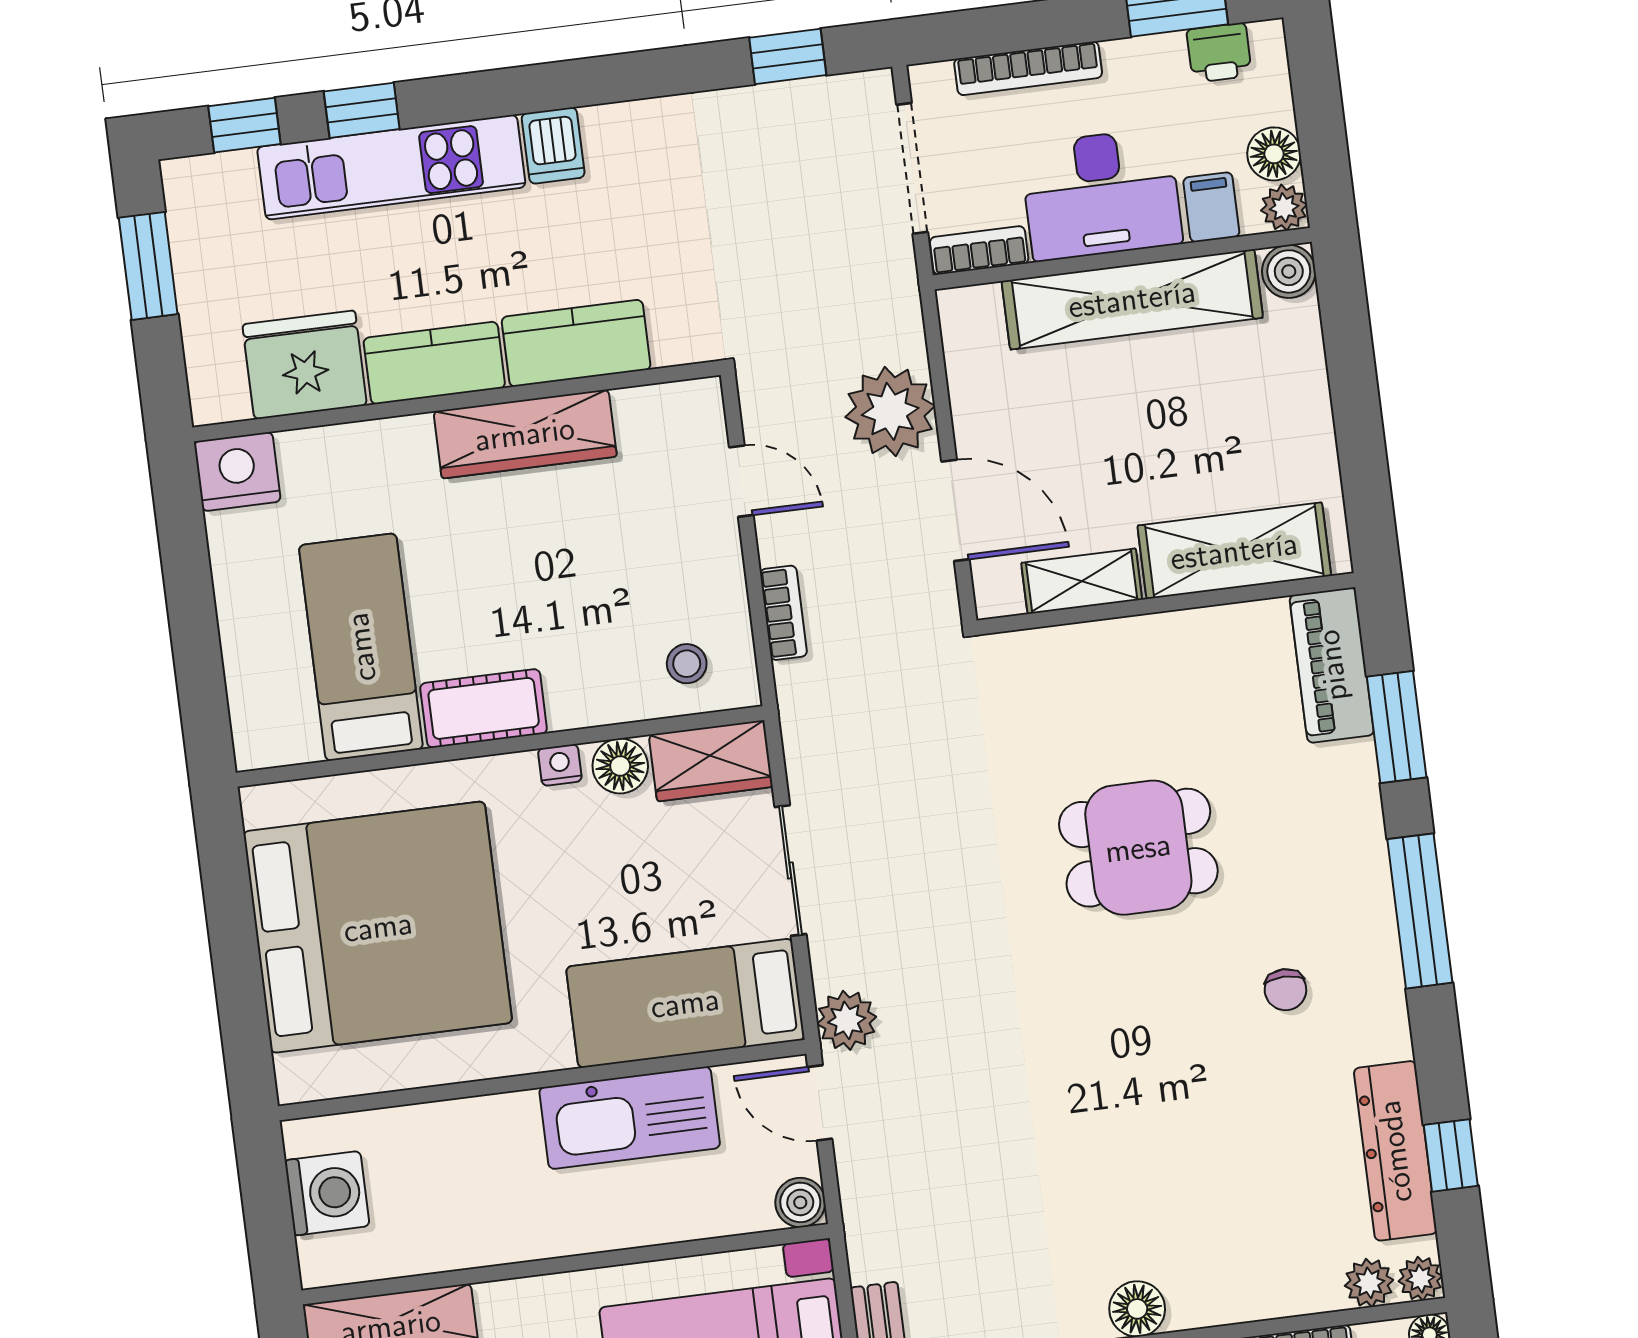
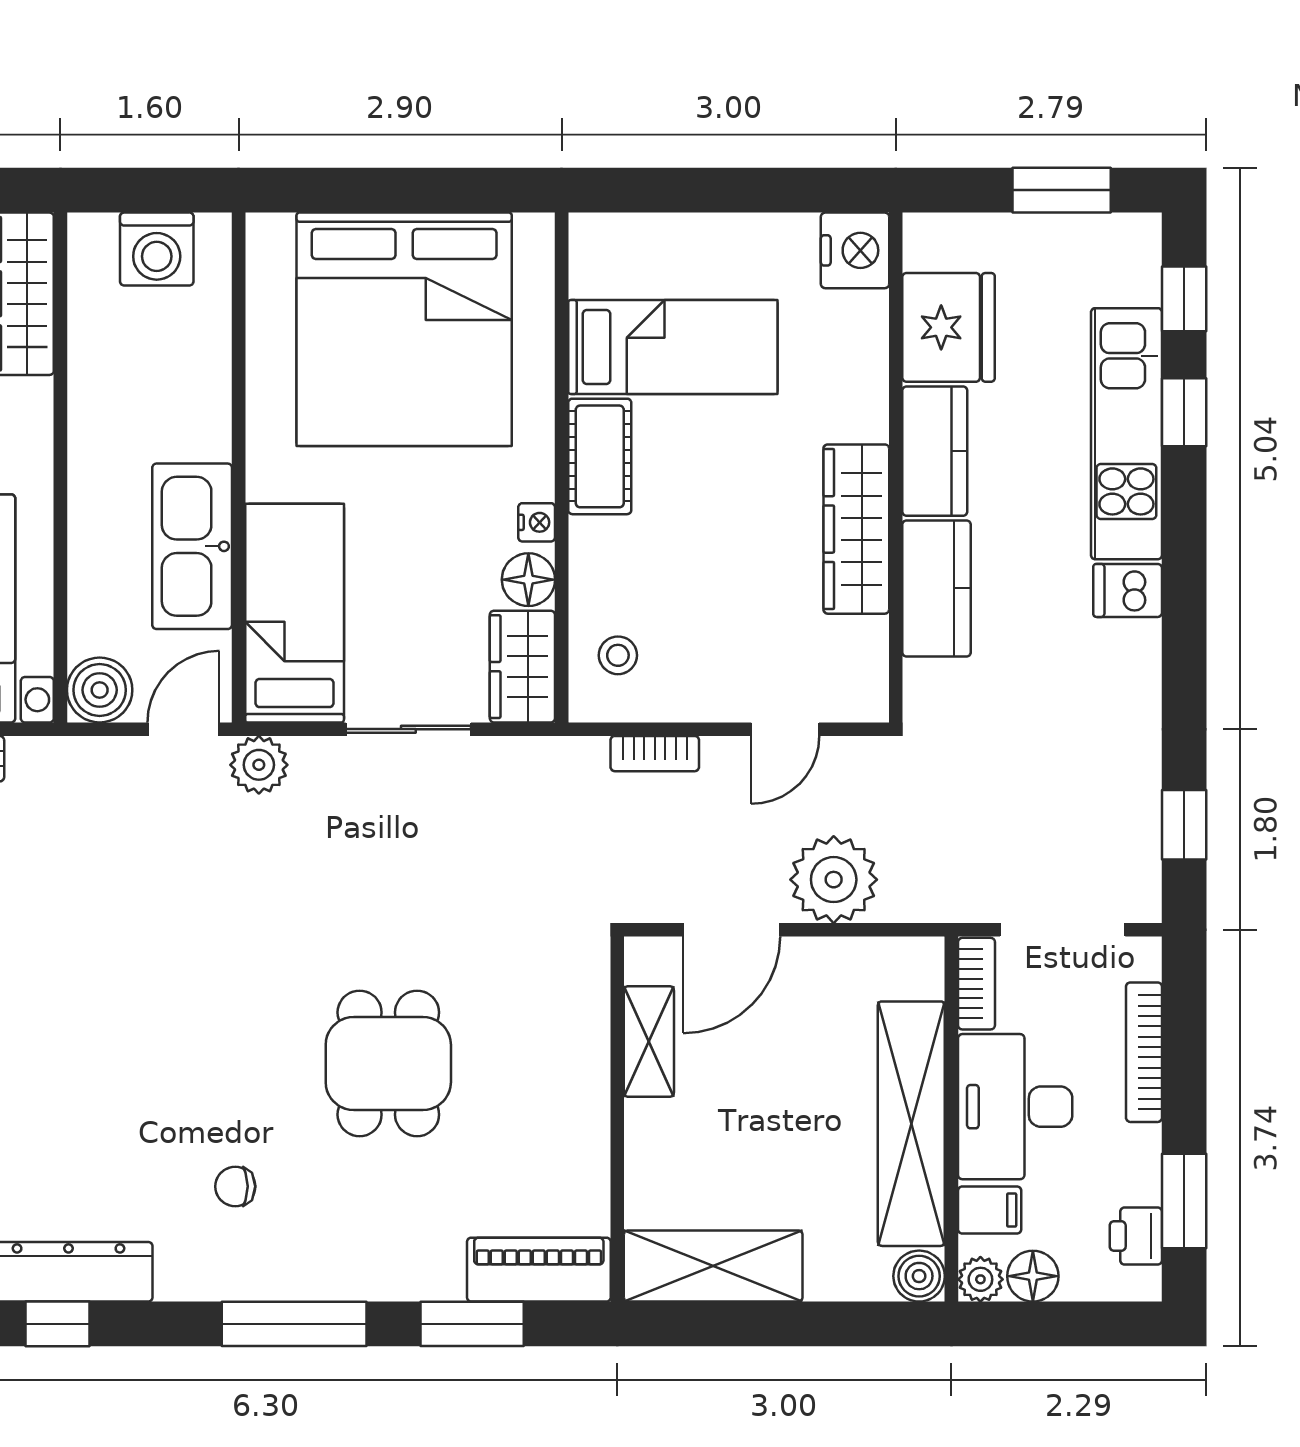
shelving: (1234, 551) -> (713, 1266), moved, turned 90
boiler: (800, 1202) -> (100, 690), width x1.36, depth x1.36

